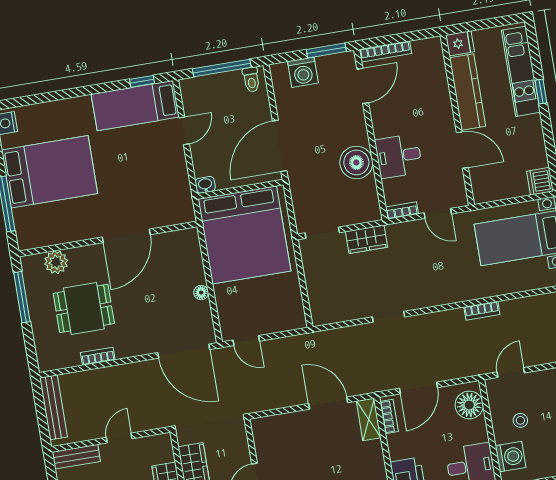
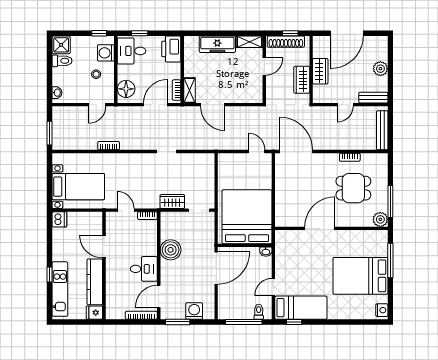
toilet: (251, 80) -> (259, 312), moved
desk: (399, 156) -> (144, 269), moved
plant: (56, 262) -> (380, 219), moved
floor lamp: (201, 293) -> (279, 186), removed

